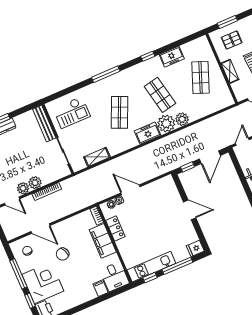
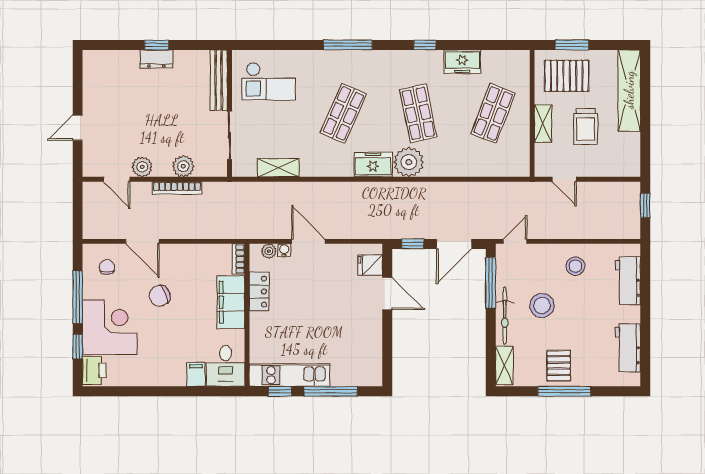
pallet: (232, 40) -> (567, 76), width x1.50, depth x1.42
plant: (182, 119) -> (436, 166), removed
window: (239, 170) -> (491, 283), added
plant: (35, 183) -> (183, 166), moved
door: (190, 210) -> (387, 294), moved
fridge: (195, 248) -> (370, 265), moved

